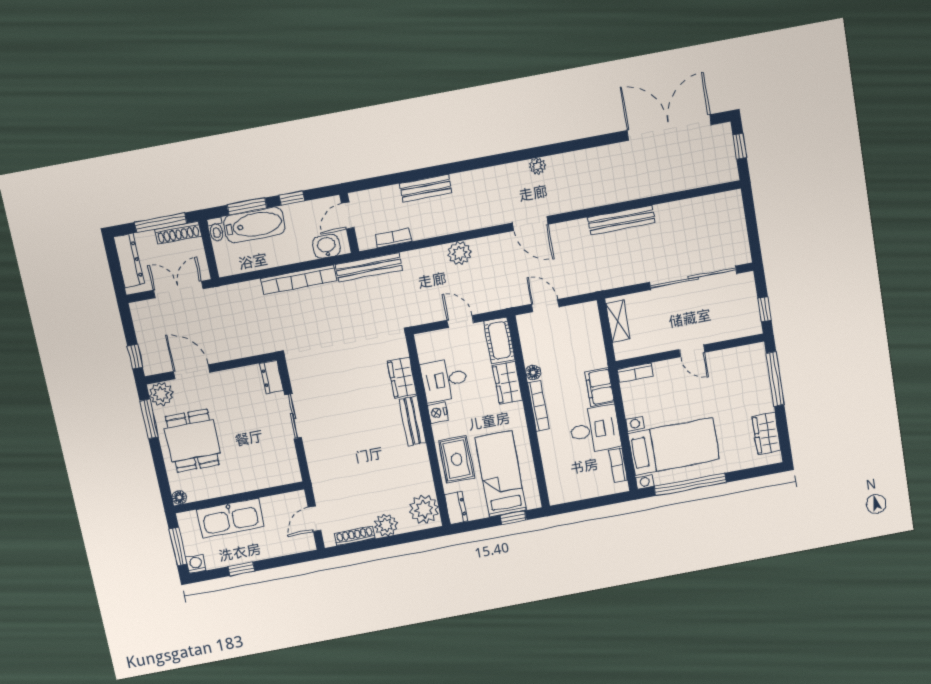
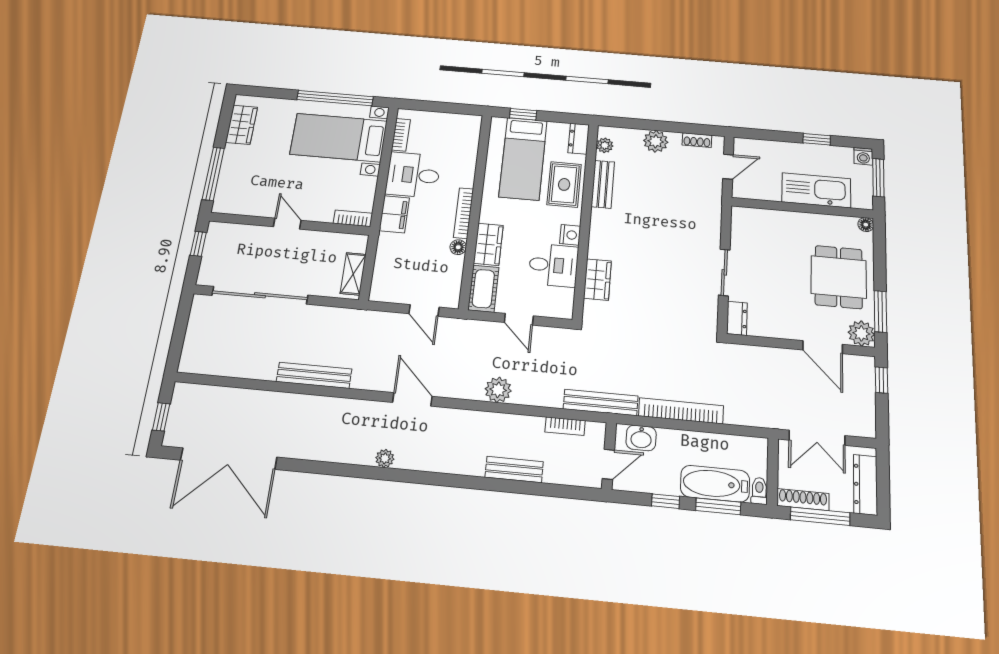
bench: (413, 421) -> (603, 184), moved
plant: (424, 509) -> (605, 145), width x0.53, depth x0.53
shoe rack: (355, 536) -> (697, 140), width x0.70

